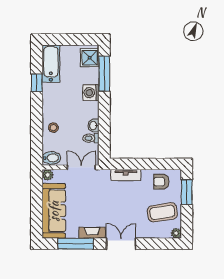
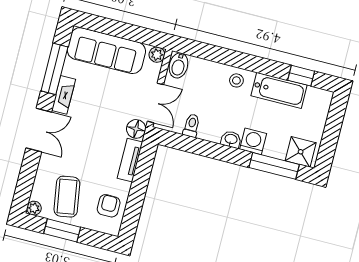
bathtub: (51, 64) -> (279, 90), moved
window: (37, 83) -> (301, 76), moved
washbasin: (93, 126) -> (231, 139), moved
stool: (53, 128) -> (236, 80), moved
floor lamp: (103, 176) -> (136, 129), added
window: (187, 192) -> (62, 230), moved

